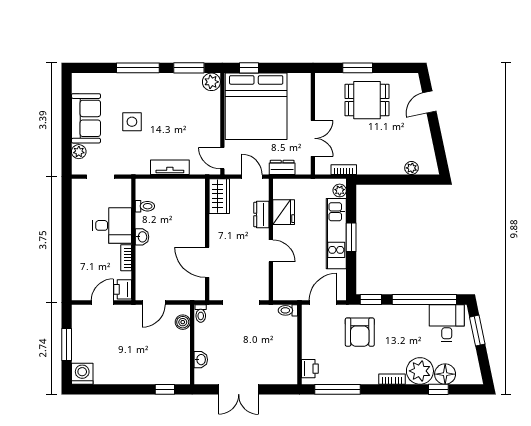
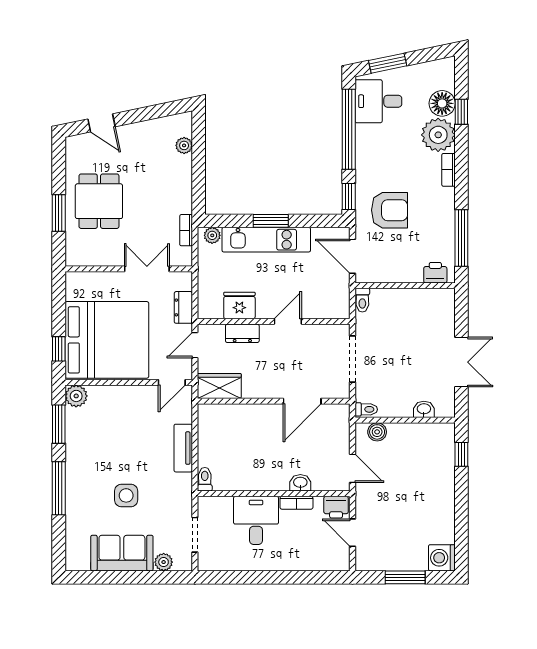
toilet: (145, 206) -> (205, 479), moved
washbasin: (142, 237) -> (300, 483), moved

